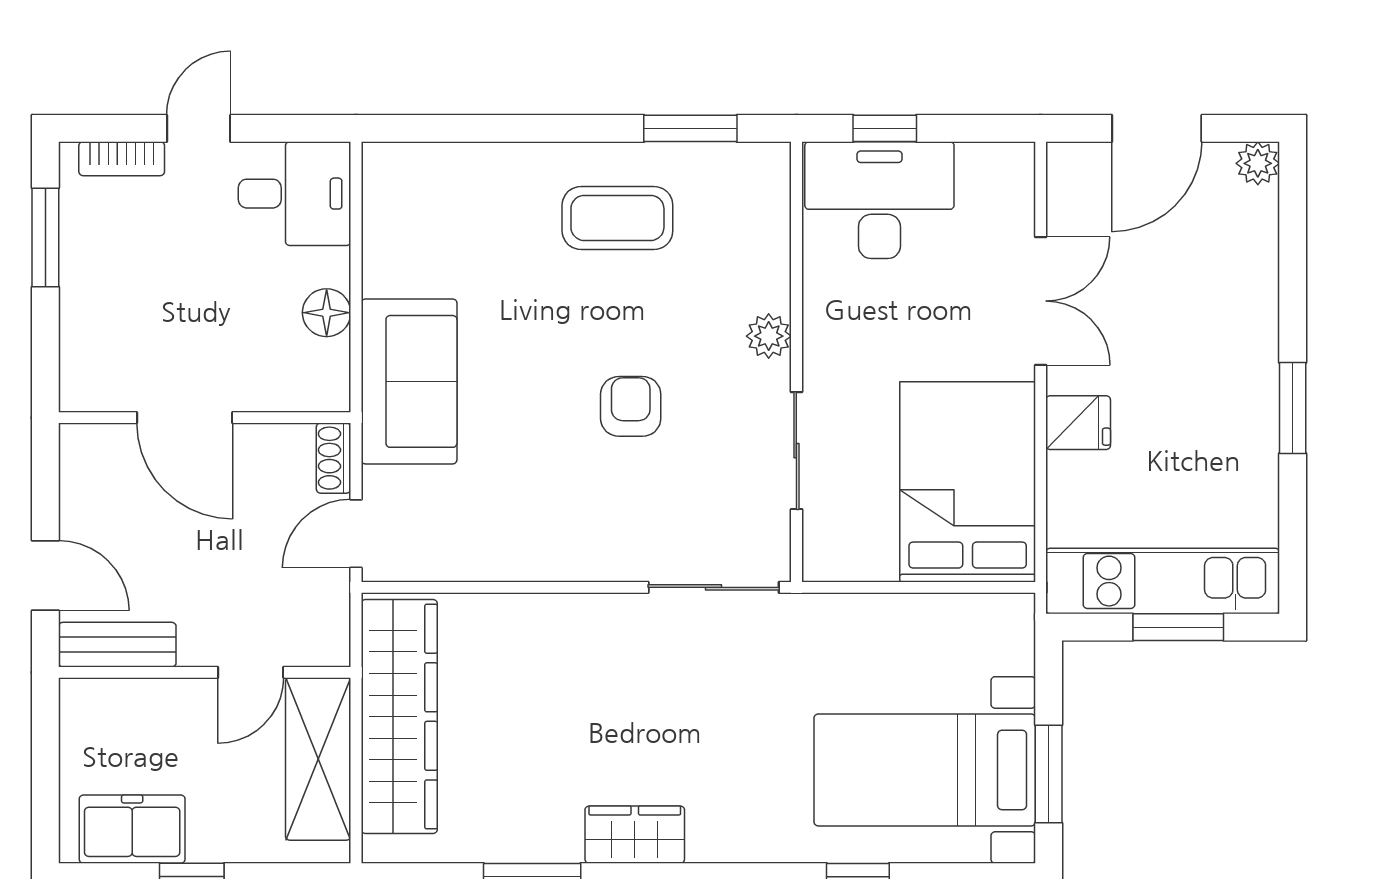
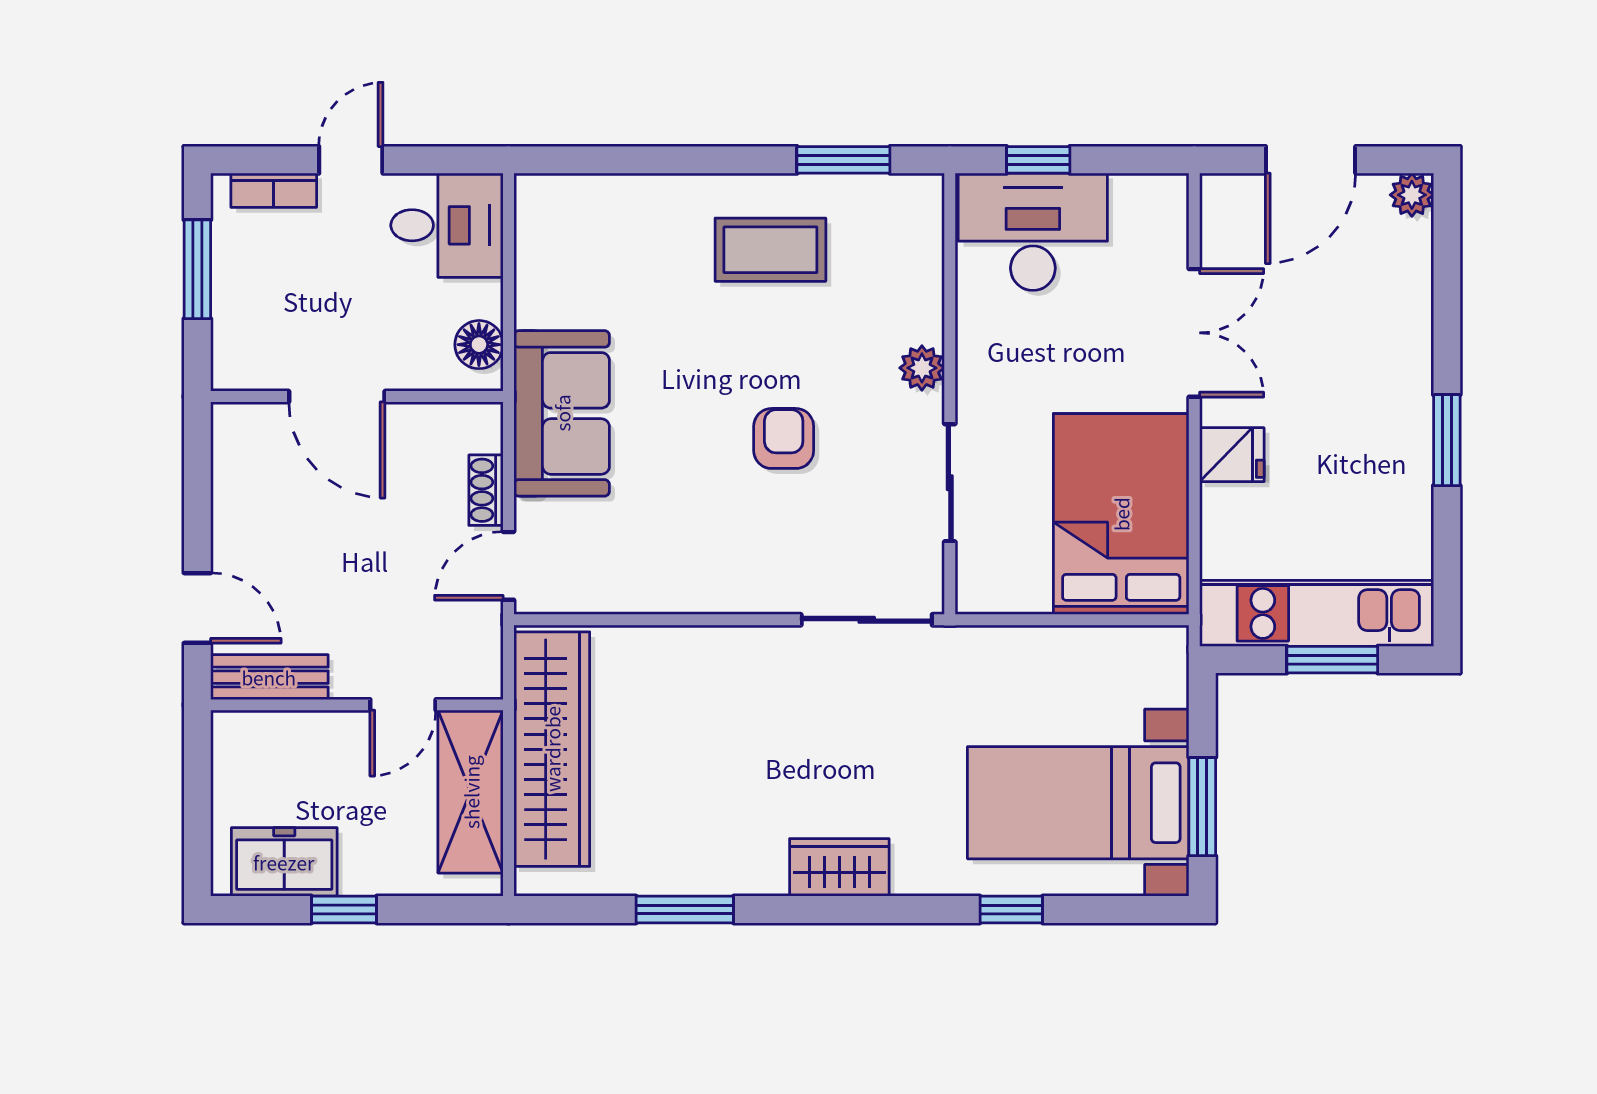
door: (185, 418) -> (337, 396), moved
wall: (205, 418) -> (357, 396), moved
wardrobe: (635, 835) -> (839, 867), moved

